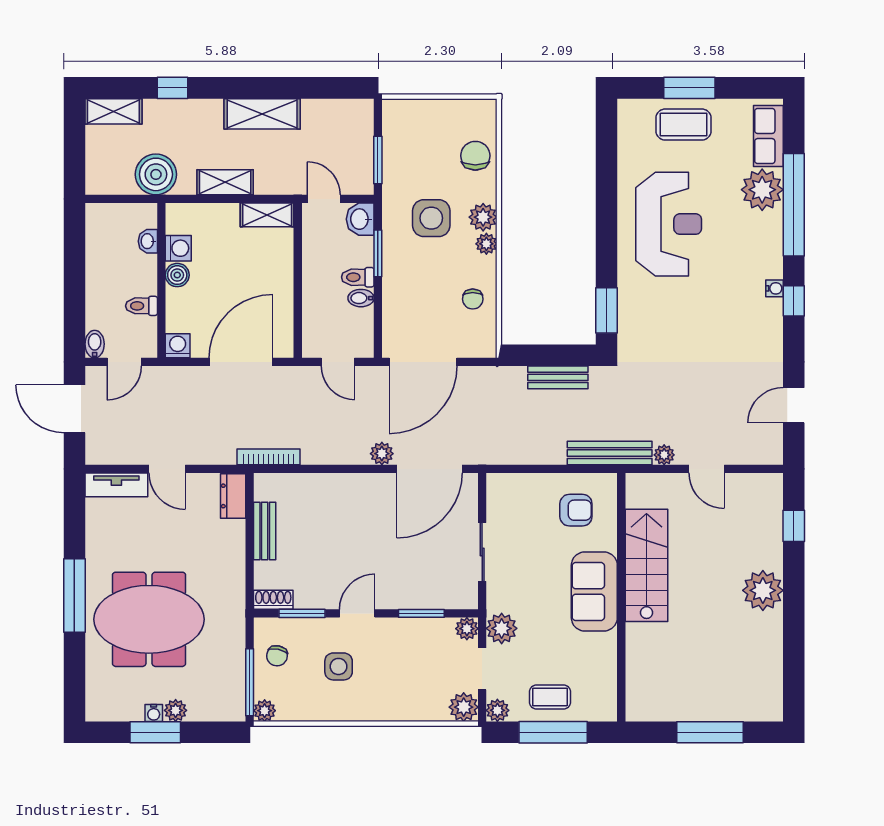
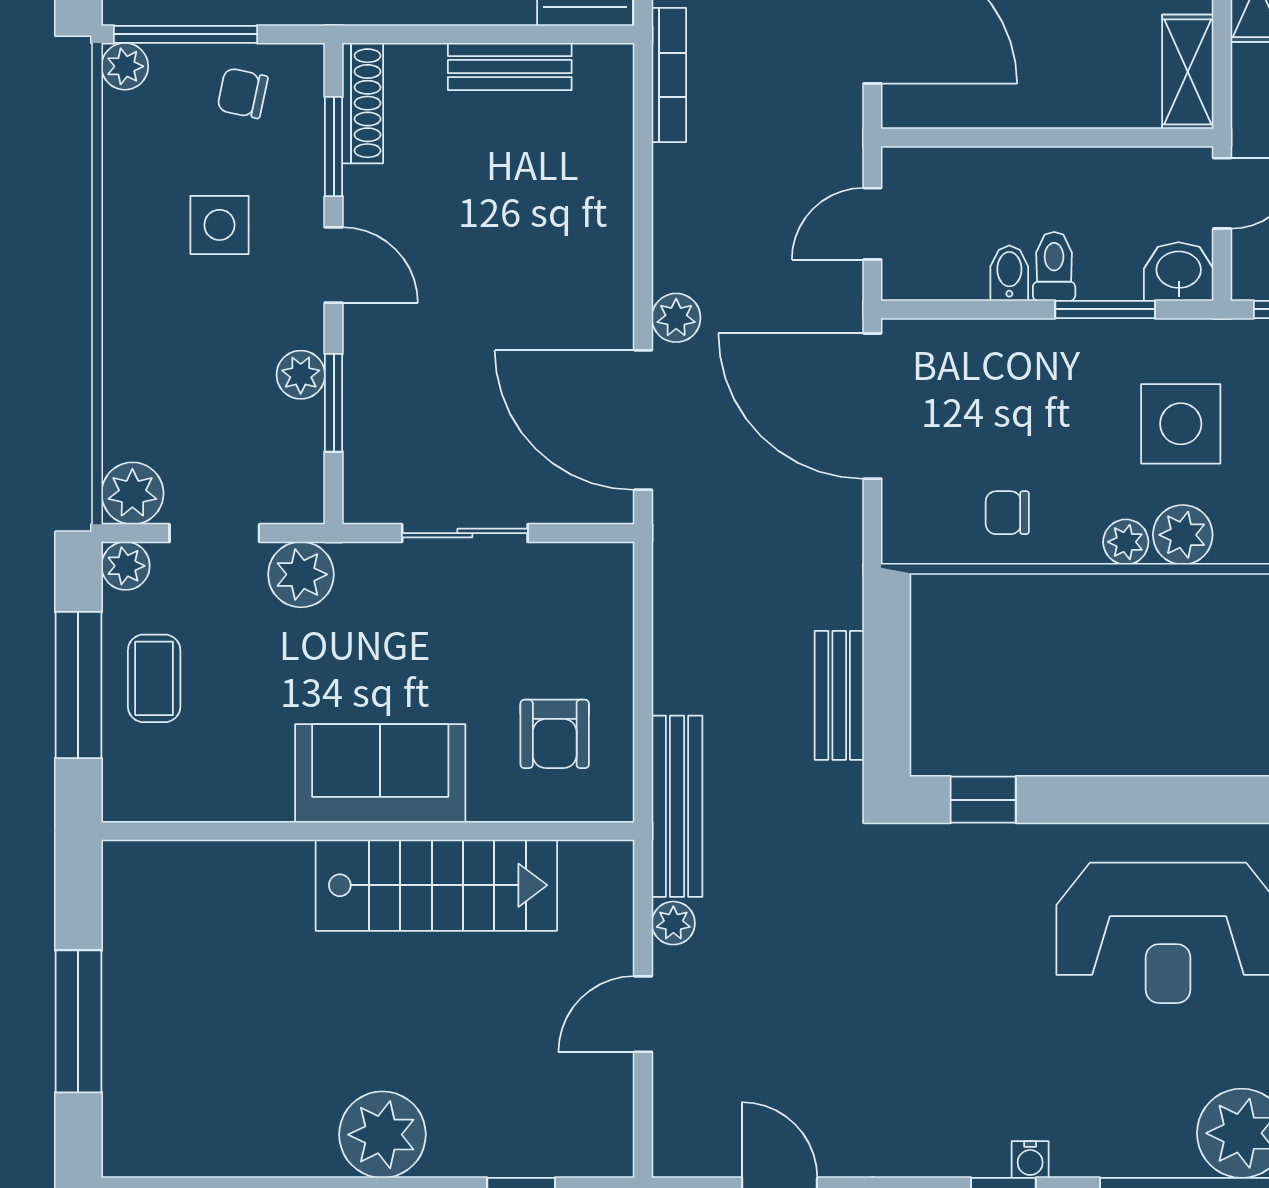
window: (607, 310) -> (983, 800), width x0.67
shoe rack: (273, 600) -> (363, 103), width x1.43
plant: (467, 629) -> (301, 375), moved

